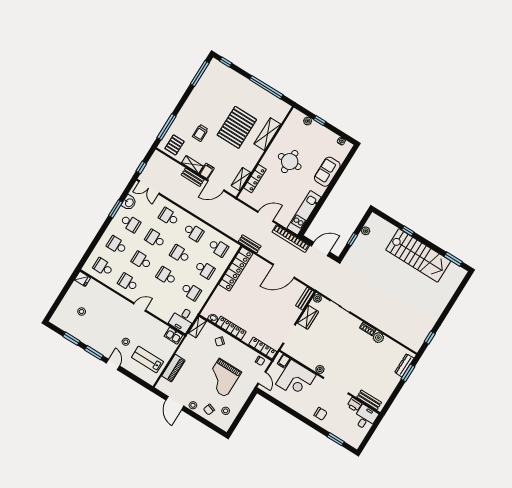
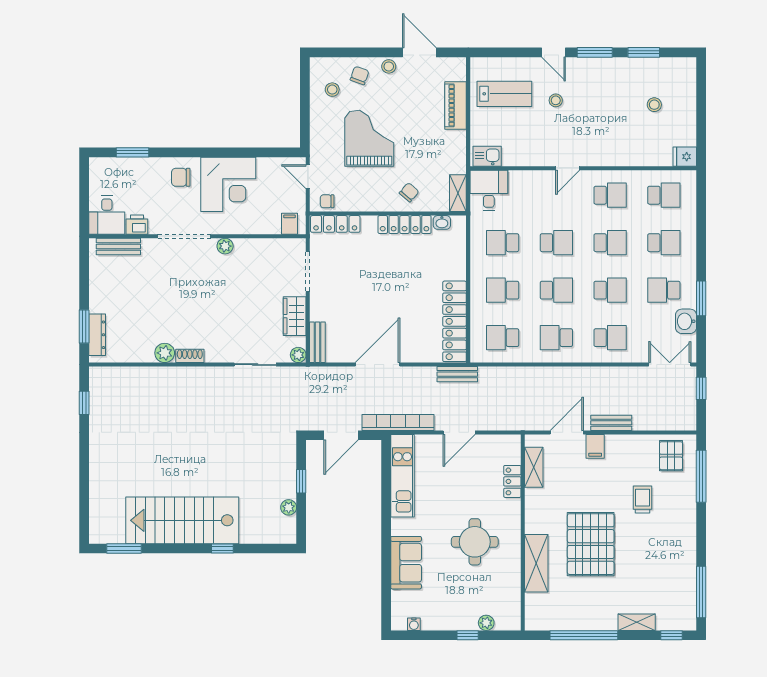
shelving: (192, 164) -> (637, 622), moved
locker: (255, 179) -> (512, 481), width x0.66
corner desk: (296, 379) -> (228, 184), moved, turned 180

